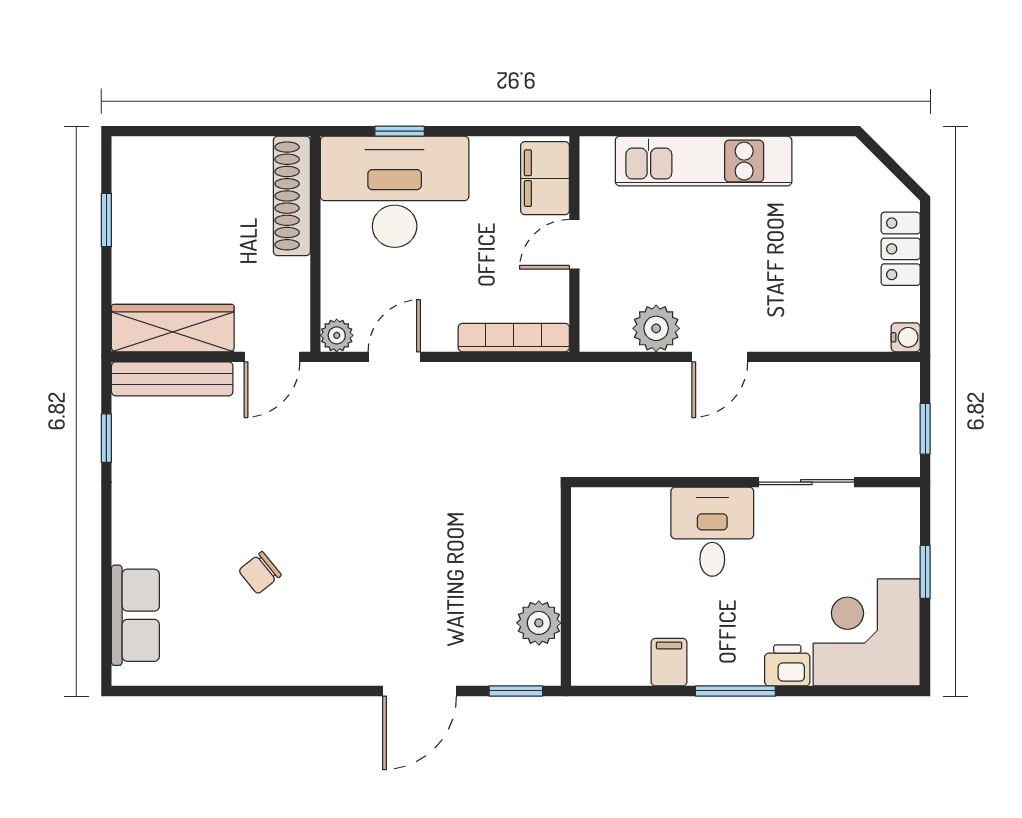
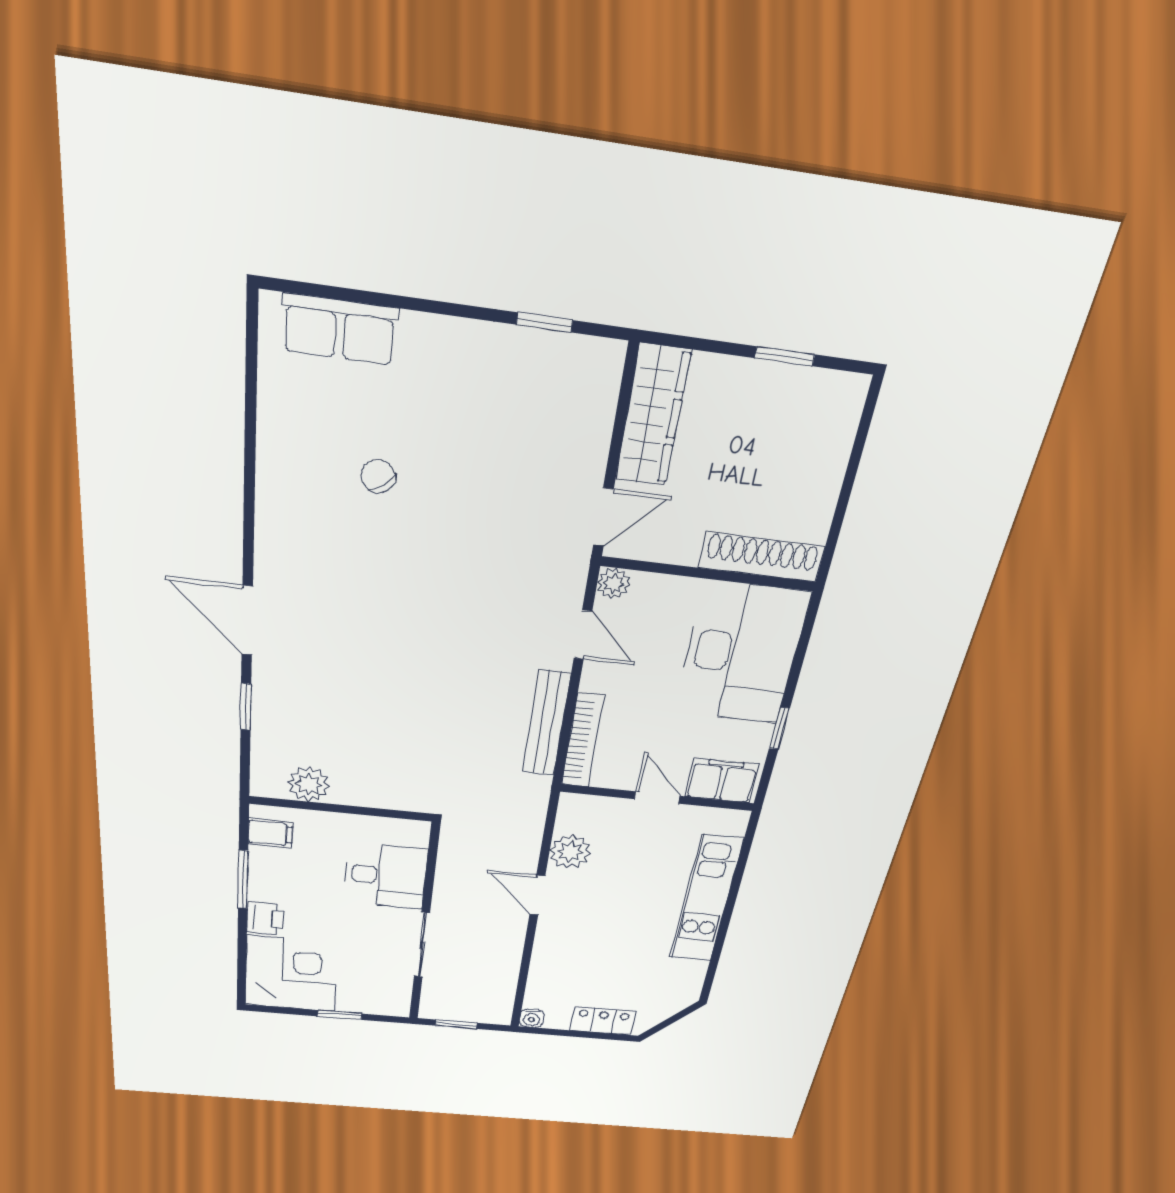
window: (400, 131) -> (779, 728), moved
door: (272, 357) -> (603, 517), swing flipped
bench: (172, 379) -> (546, 723), moved
wall: (566, 587) -> (341, 809), moved
plant: (539, 623) -> (309, 784), moved

